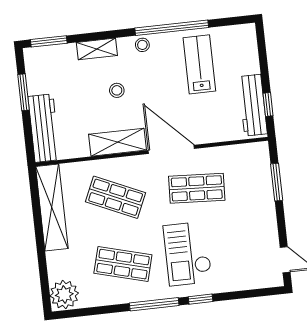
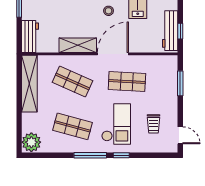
stool: (117, 90) -> (109, 11), moved
workbench: (44, 128) -> (30, 37), width x0.73
door: (171, 149) -> (113, 54), hinge flipped
trolley: (243, 247) -> (154, 124), added
checkout: (188, 254) -> (116, 124), turned 180

